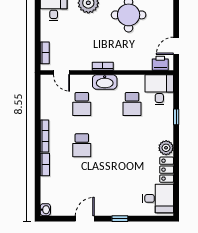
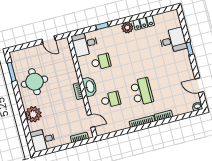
printer: (160, 63) -> (65, 48), removed
door: (62, 73) -> (91, 121), hinge flipped
school desk: (82, 145) -> (142, 92), width x1.85
desk: (158, 198) -> (173, 40), moved, turned 90
door: (85, 219) -> (199, 85), moved

